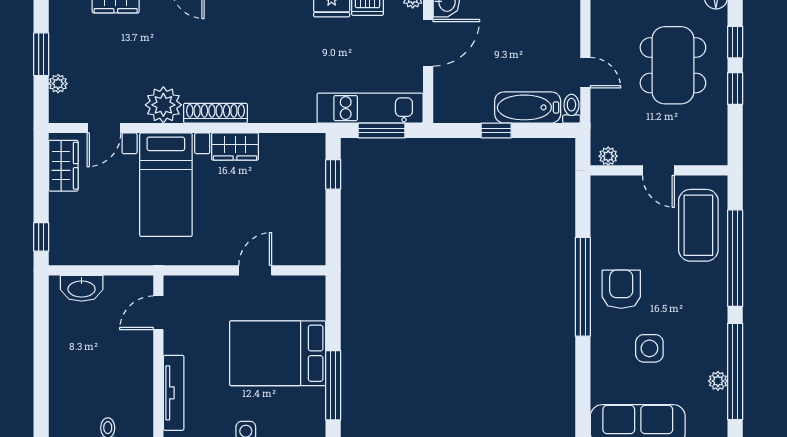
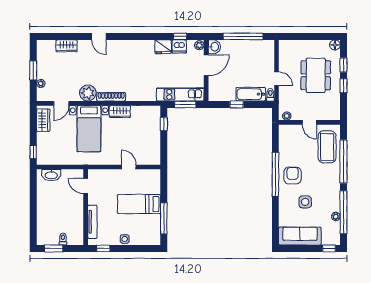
door: (255, 270) -> (129, 167), hinge flipped
door: (158, 313) -> (86, 186), hinge flipped
bed: (278, 353) -> (139, 204), width x0.67

